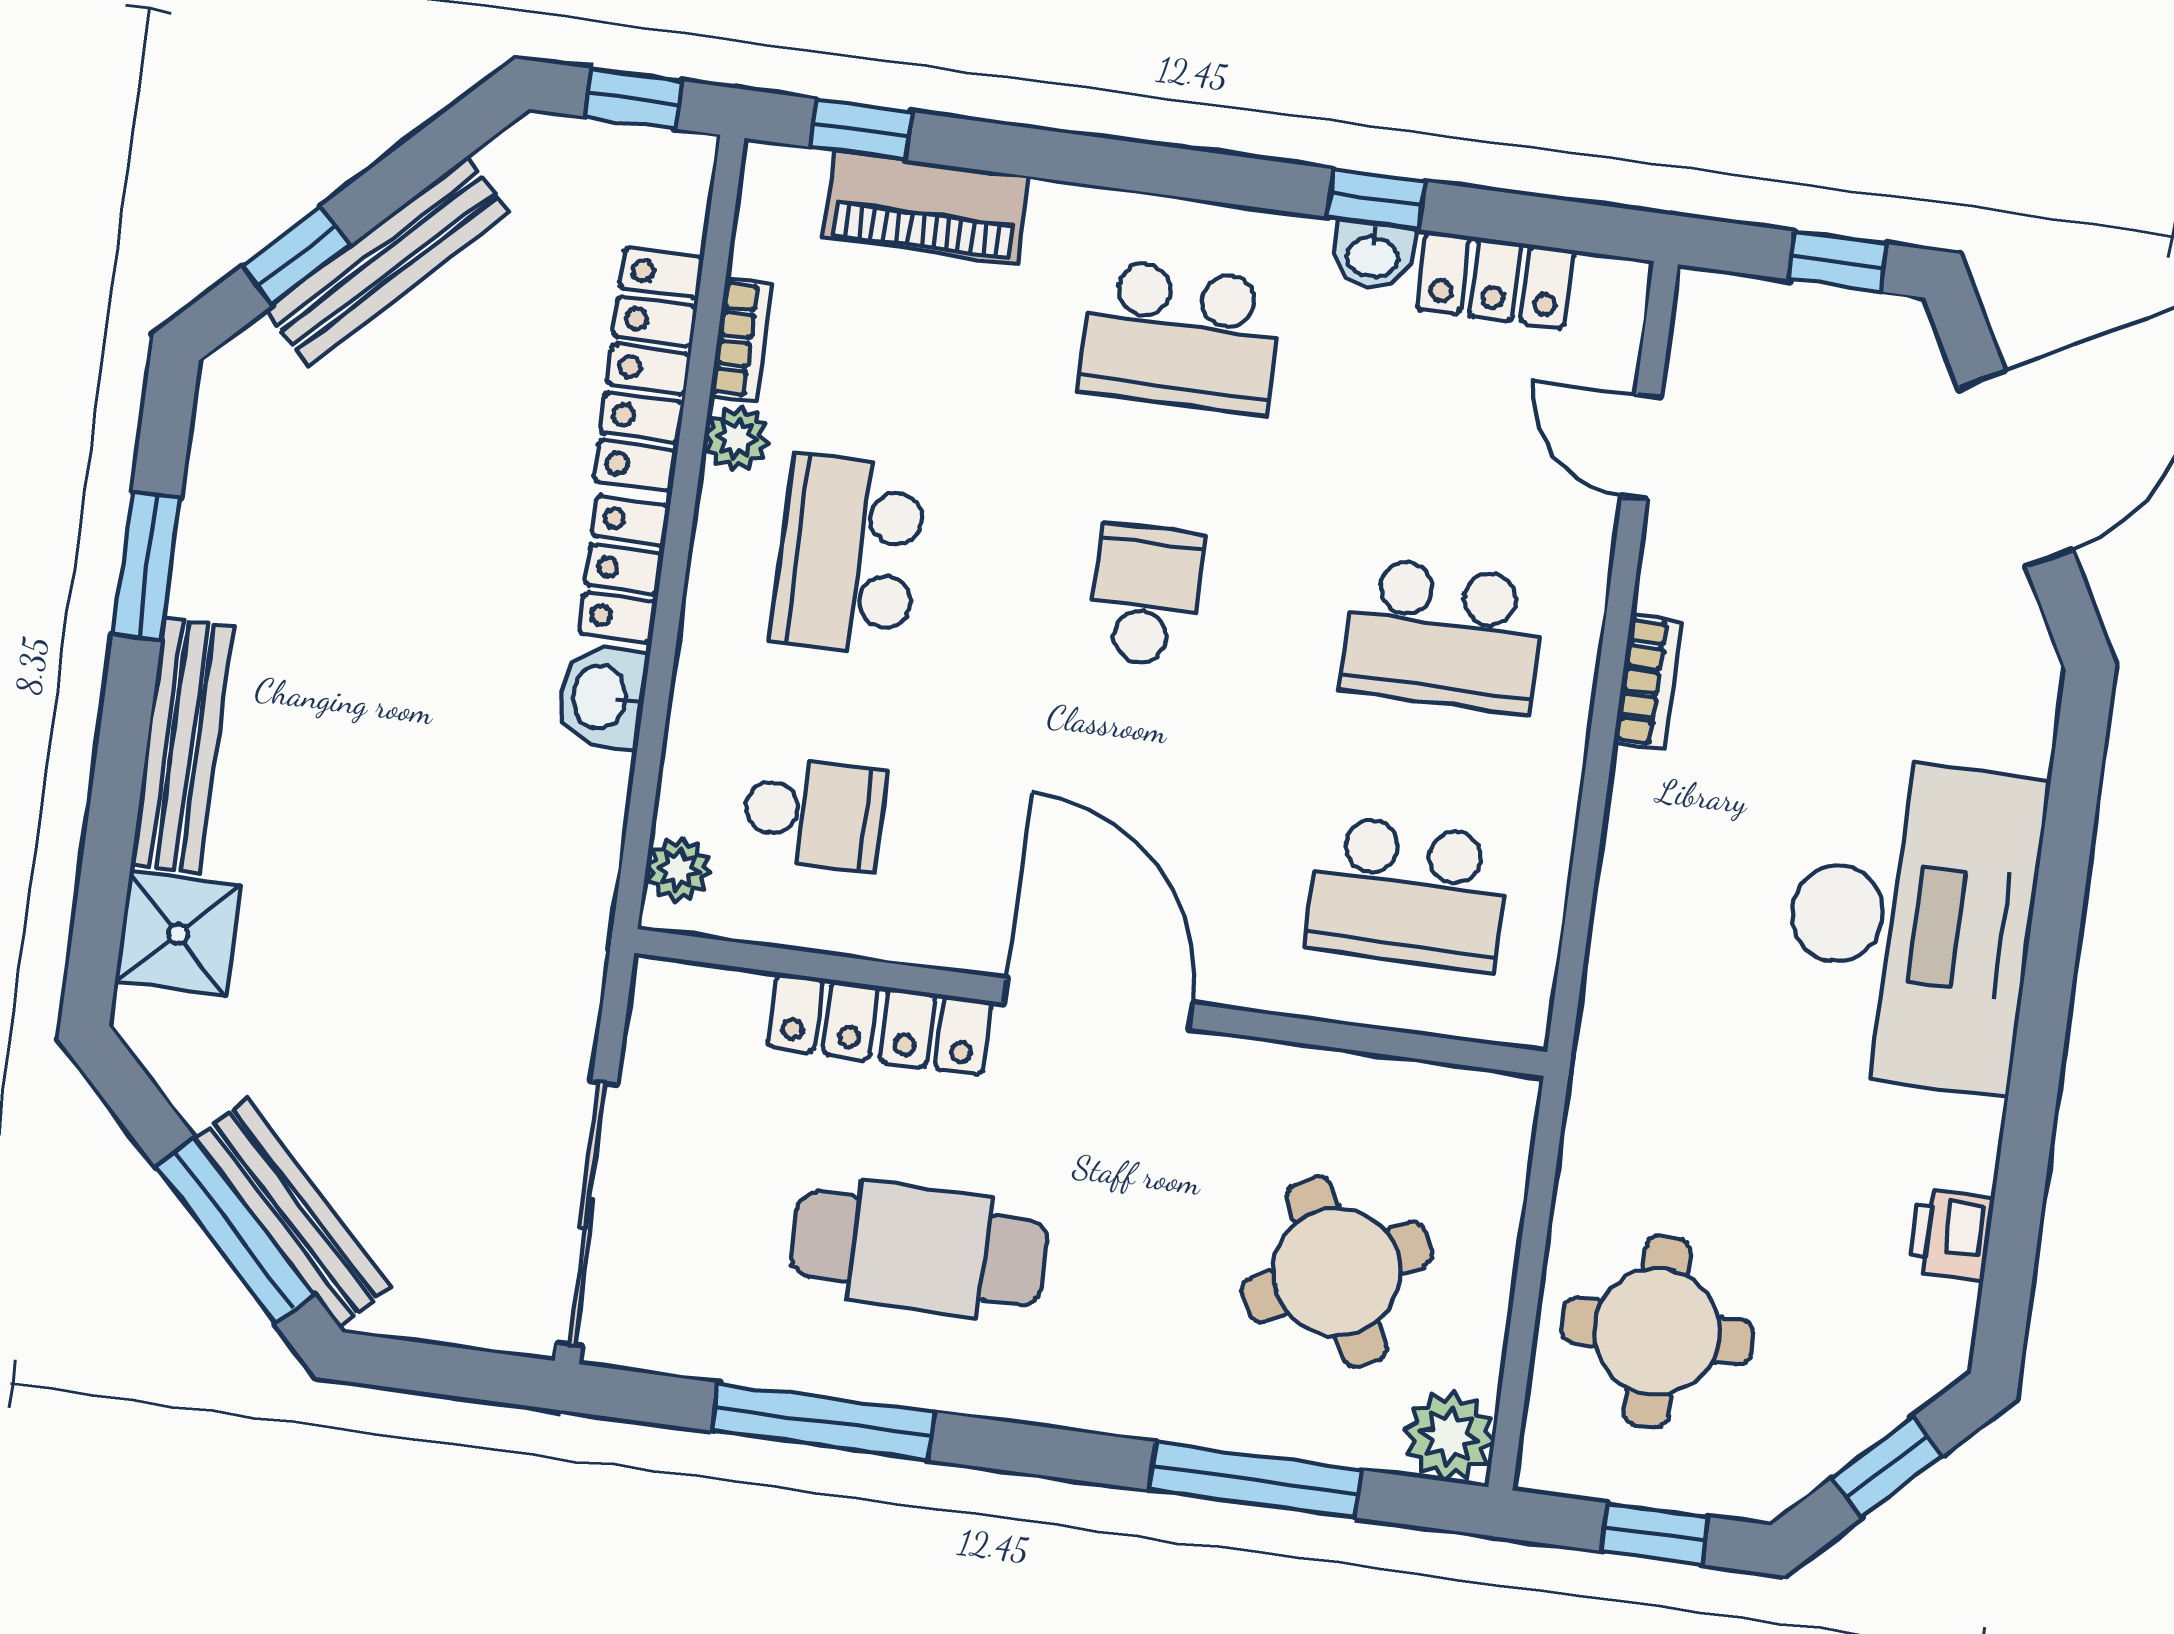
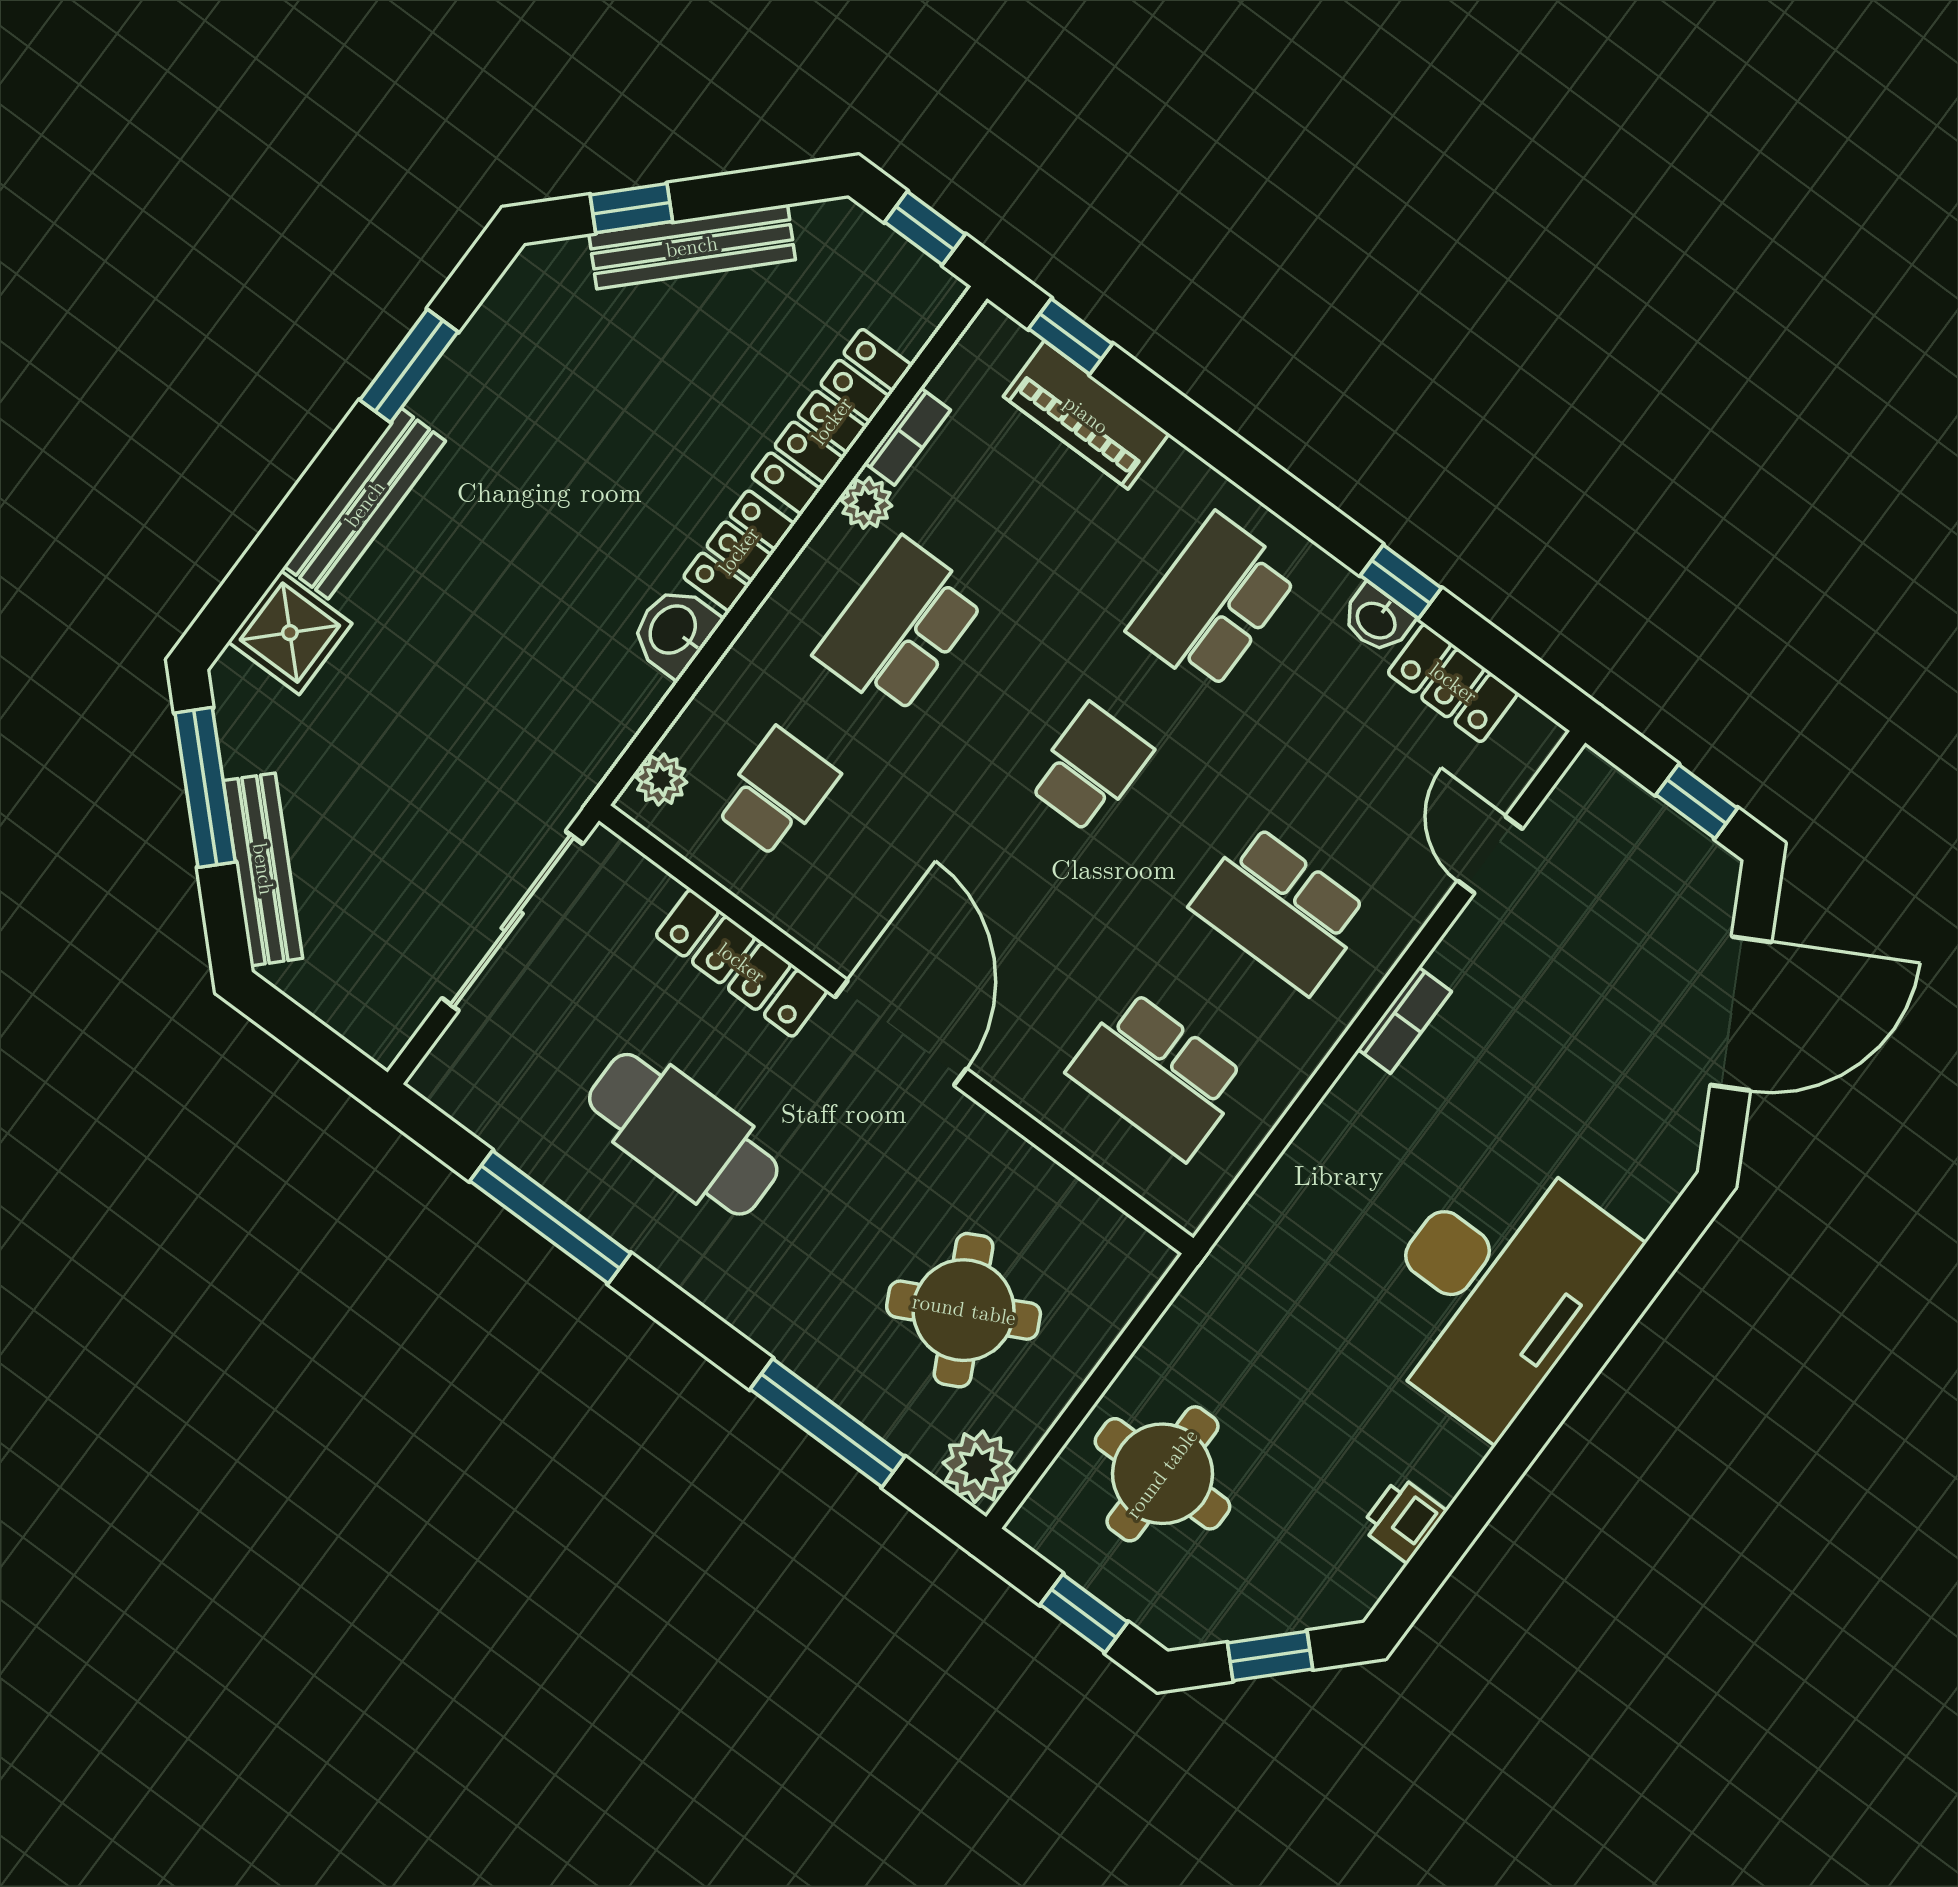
school desk: (1181, 337) -> (1213, 602), turned 90
school desk: (814, 813) -> (777, 792), turned -90
sliding door: (587, 1213) -> (512, 921), moved
window: (235, 1230) -> (205, 787), moved

